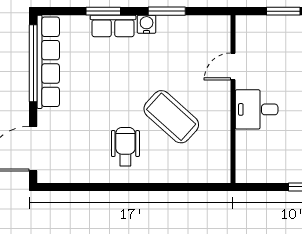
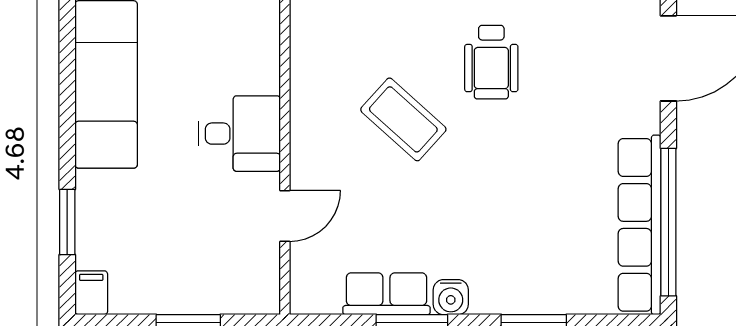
row of seats: (113, 26) -> (386, 294), moved
coffee table: (171, 117) -> (403, 119), width x0.73, depth x0.76

